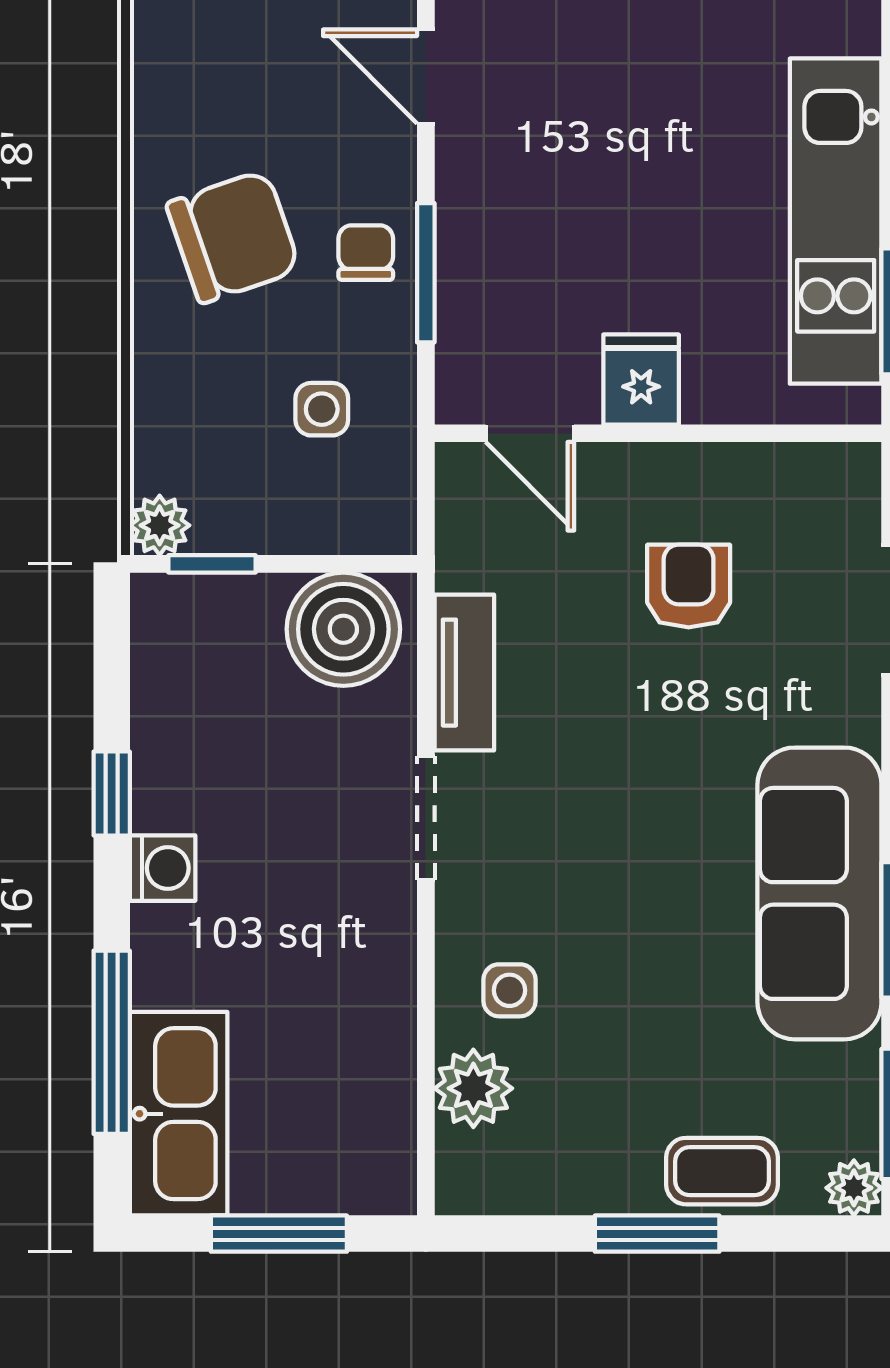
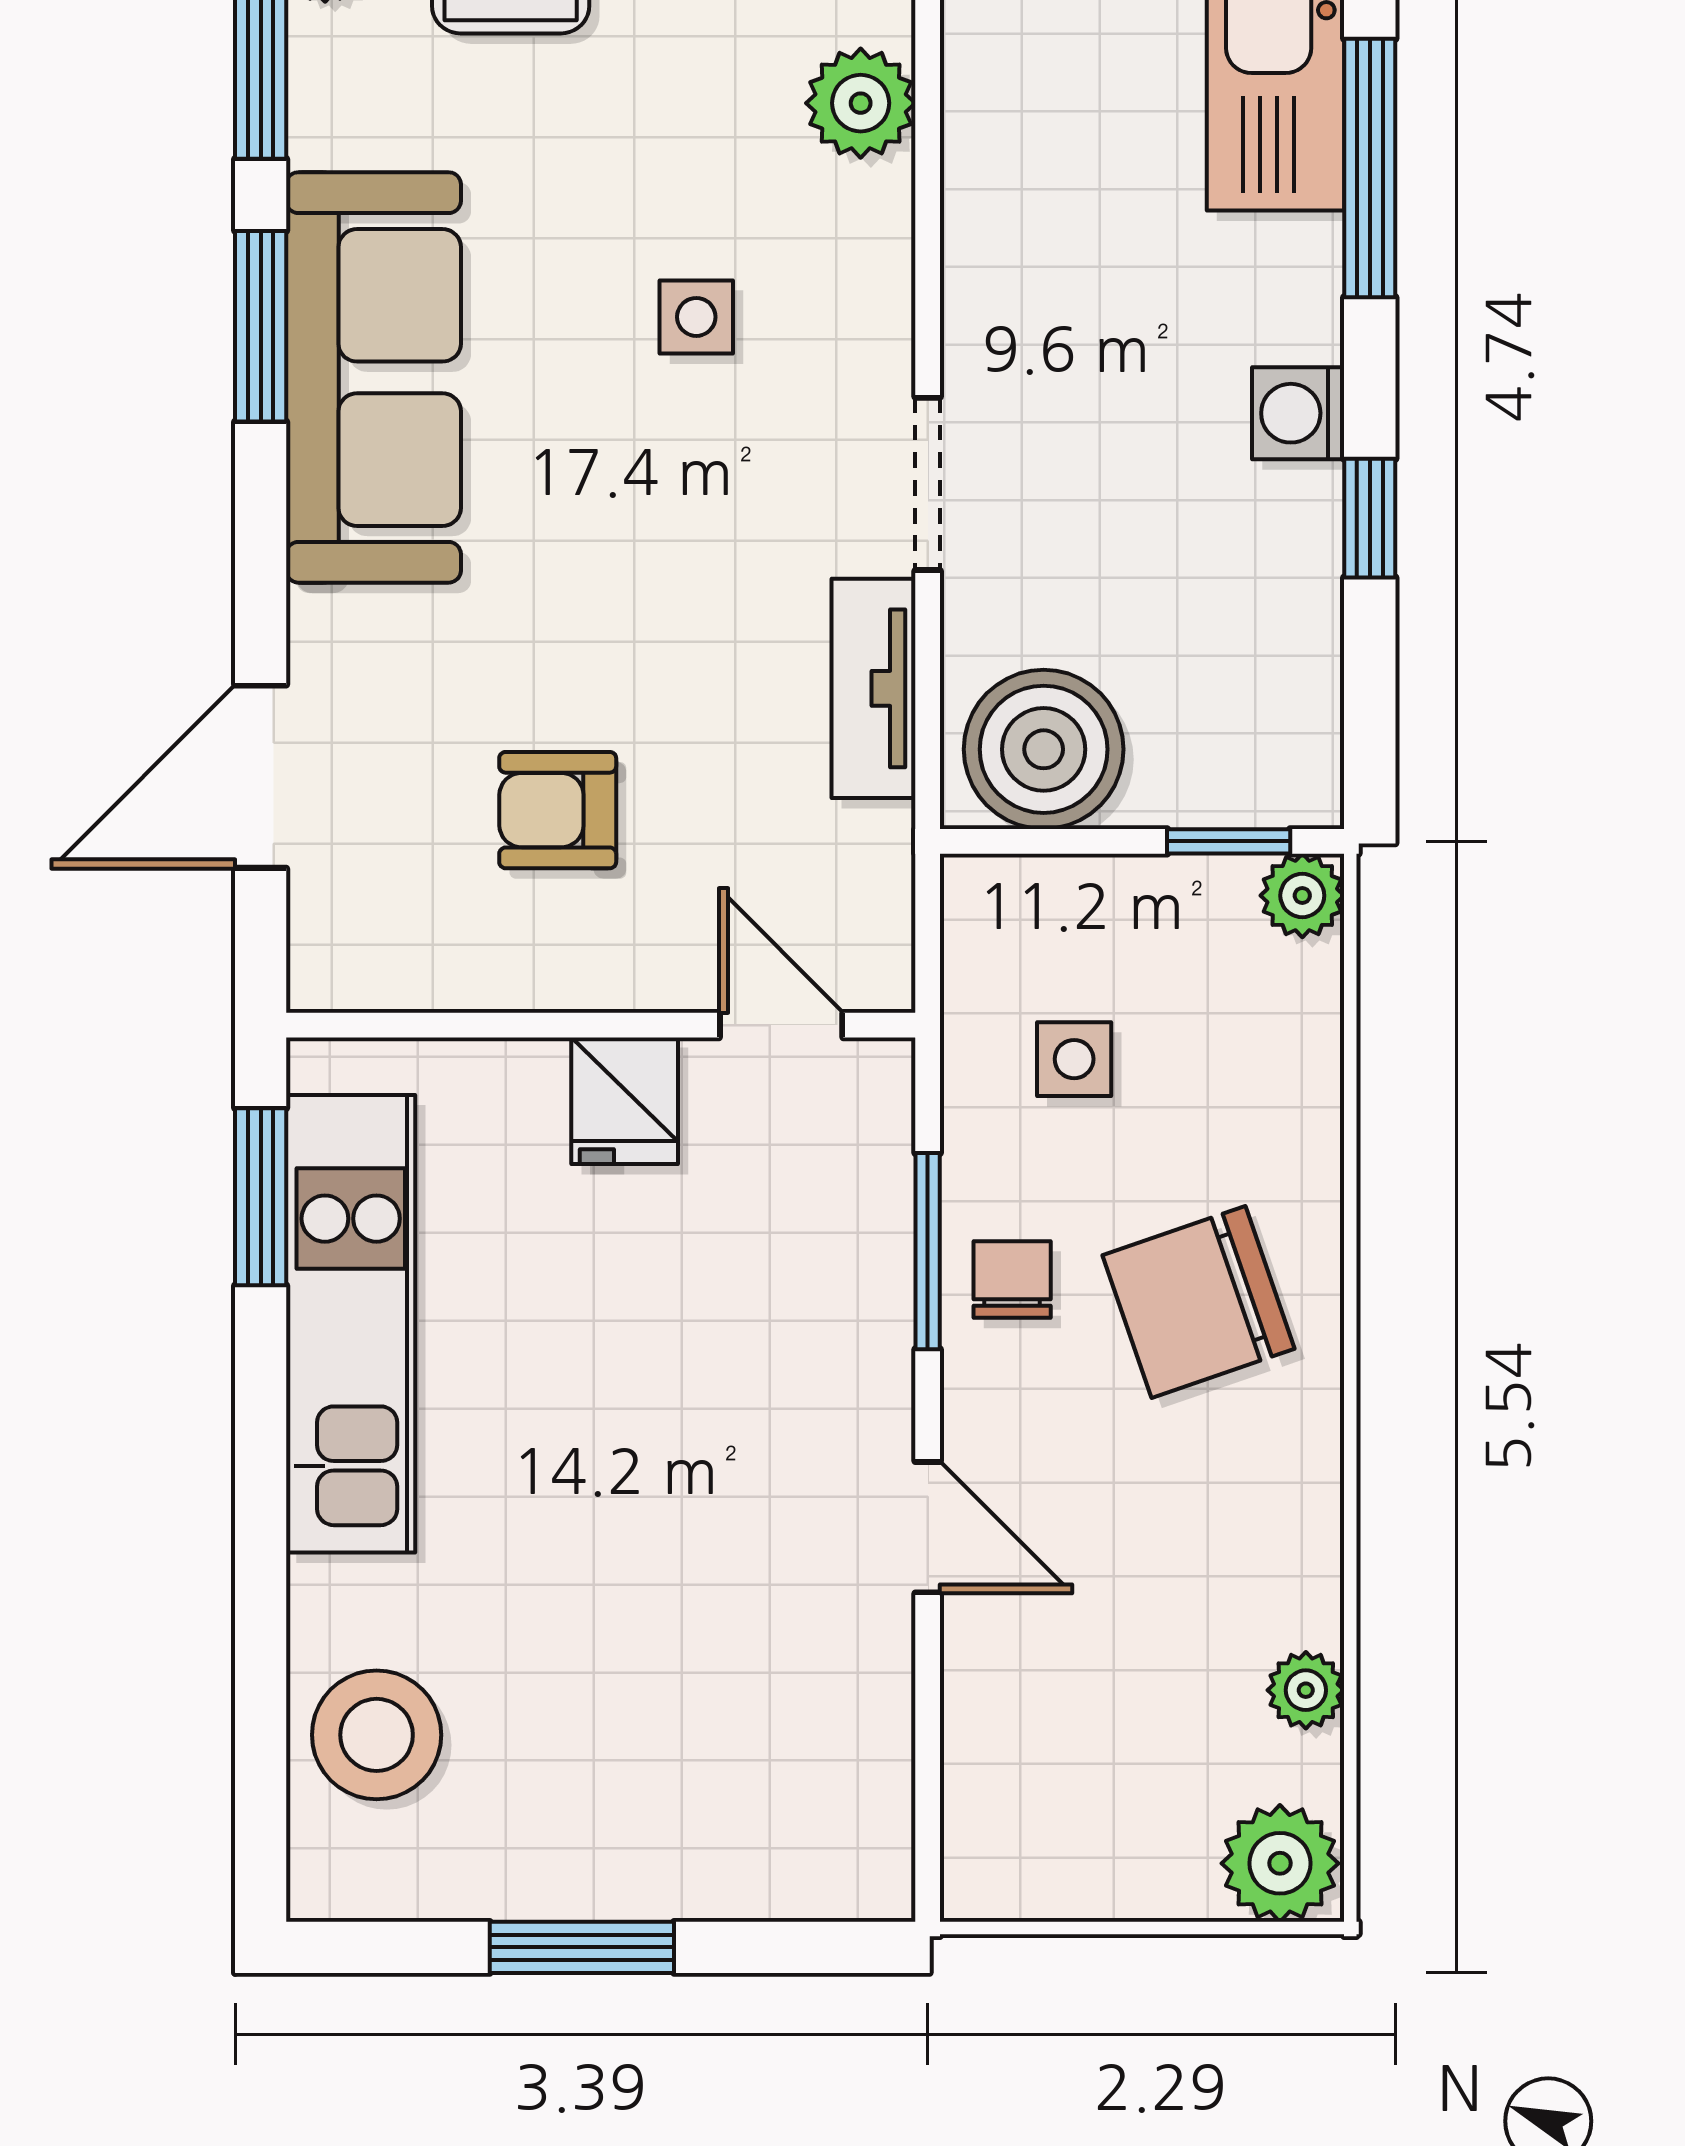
chair: (366, 253) -> (1012, 1279), turned 180
armchair: (689, 586) -> (558, 810), turned 90
side table: (510, 990) -> (696, 317), moved

